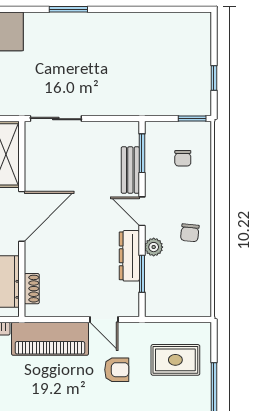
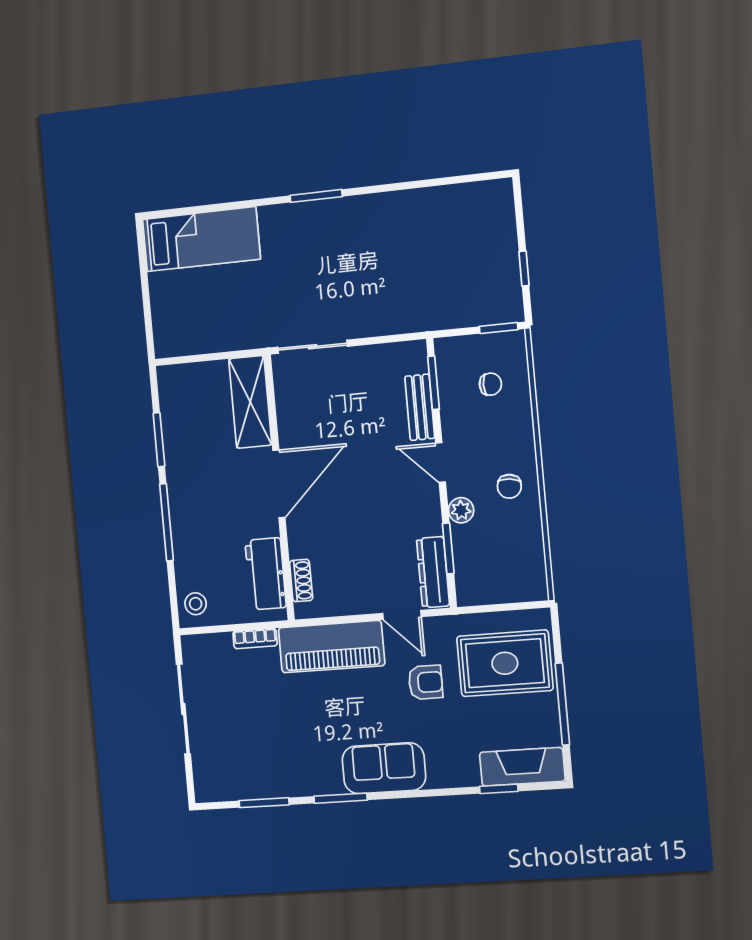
chair: (183, 158) -> (490, 384), turned -90
dresser: (129, 256) -> (433, 572), moved
rug: (175, 360) -> (505, 663), width x1.36, depth x1.43

